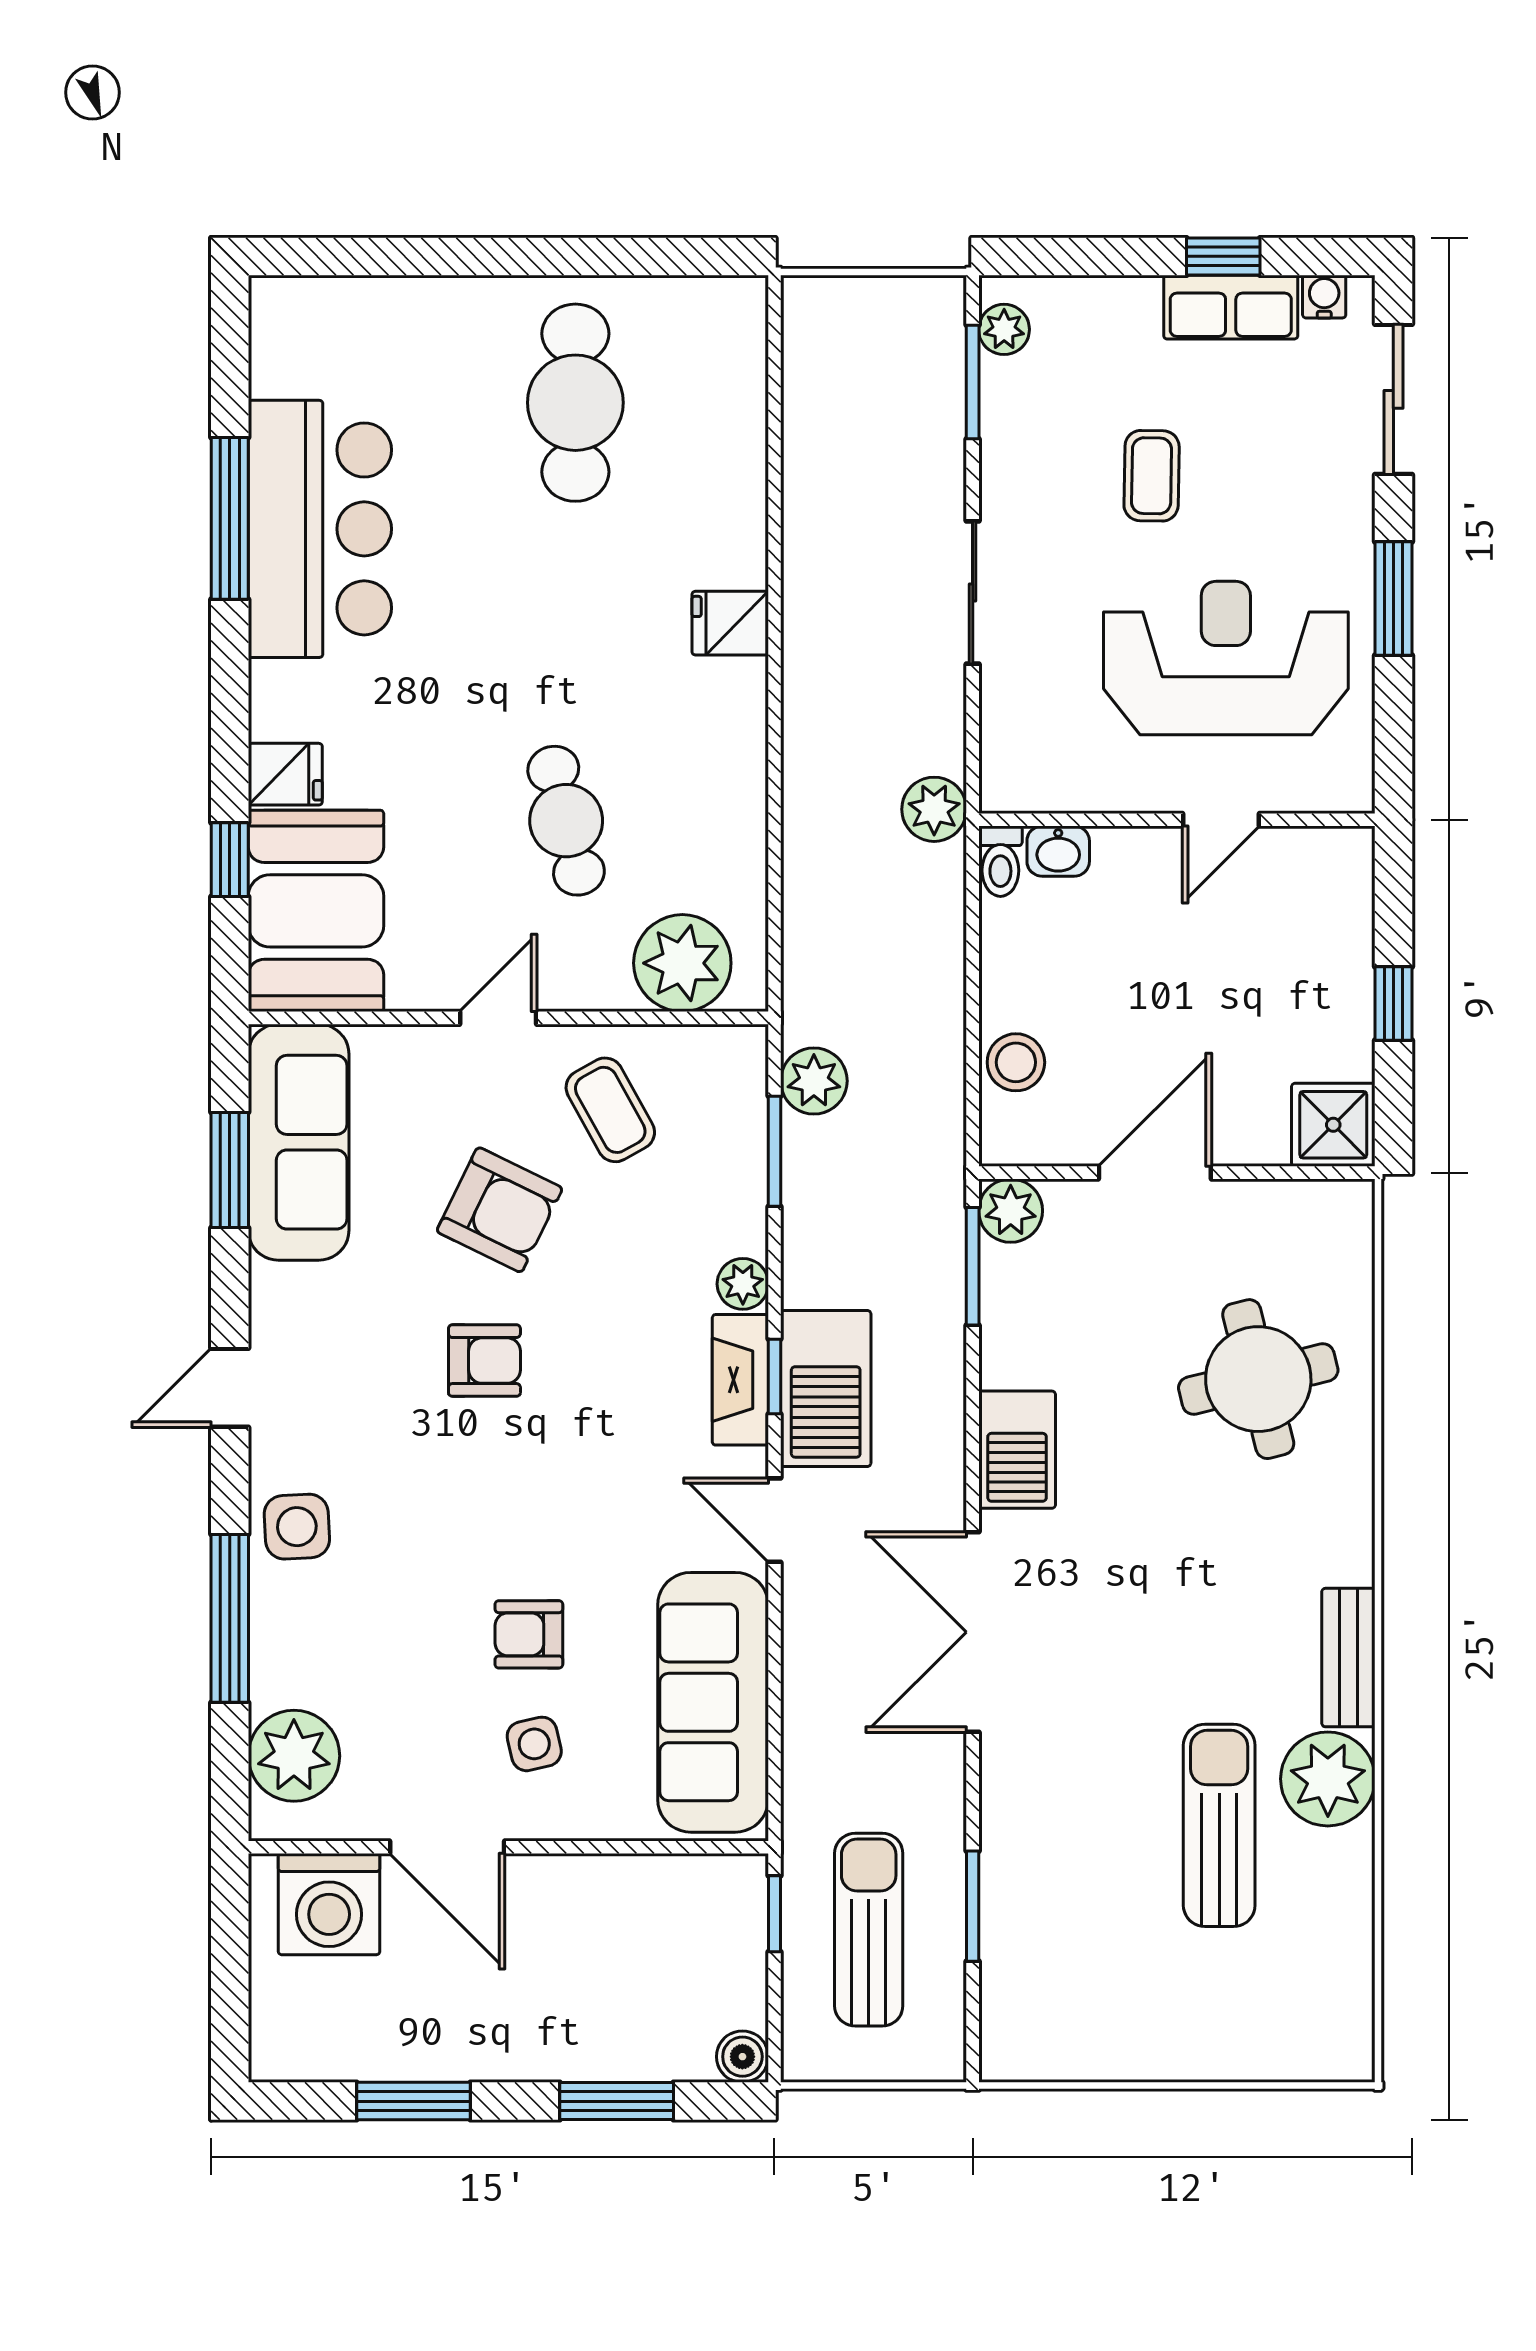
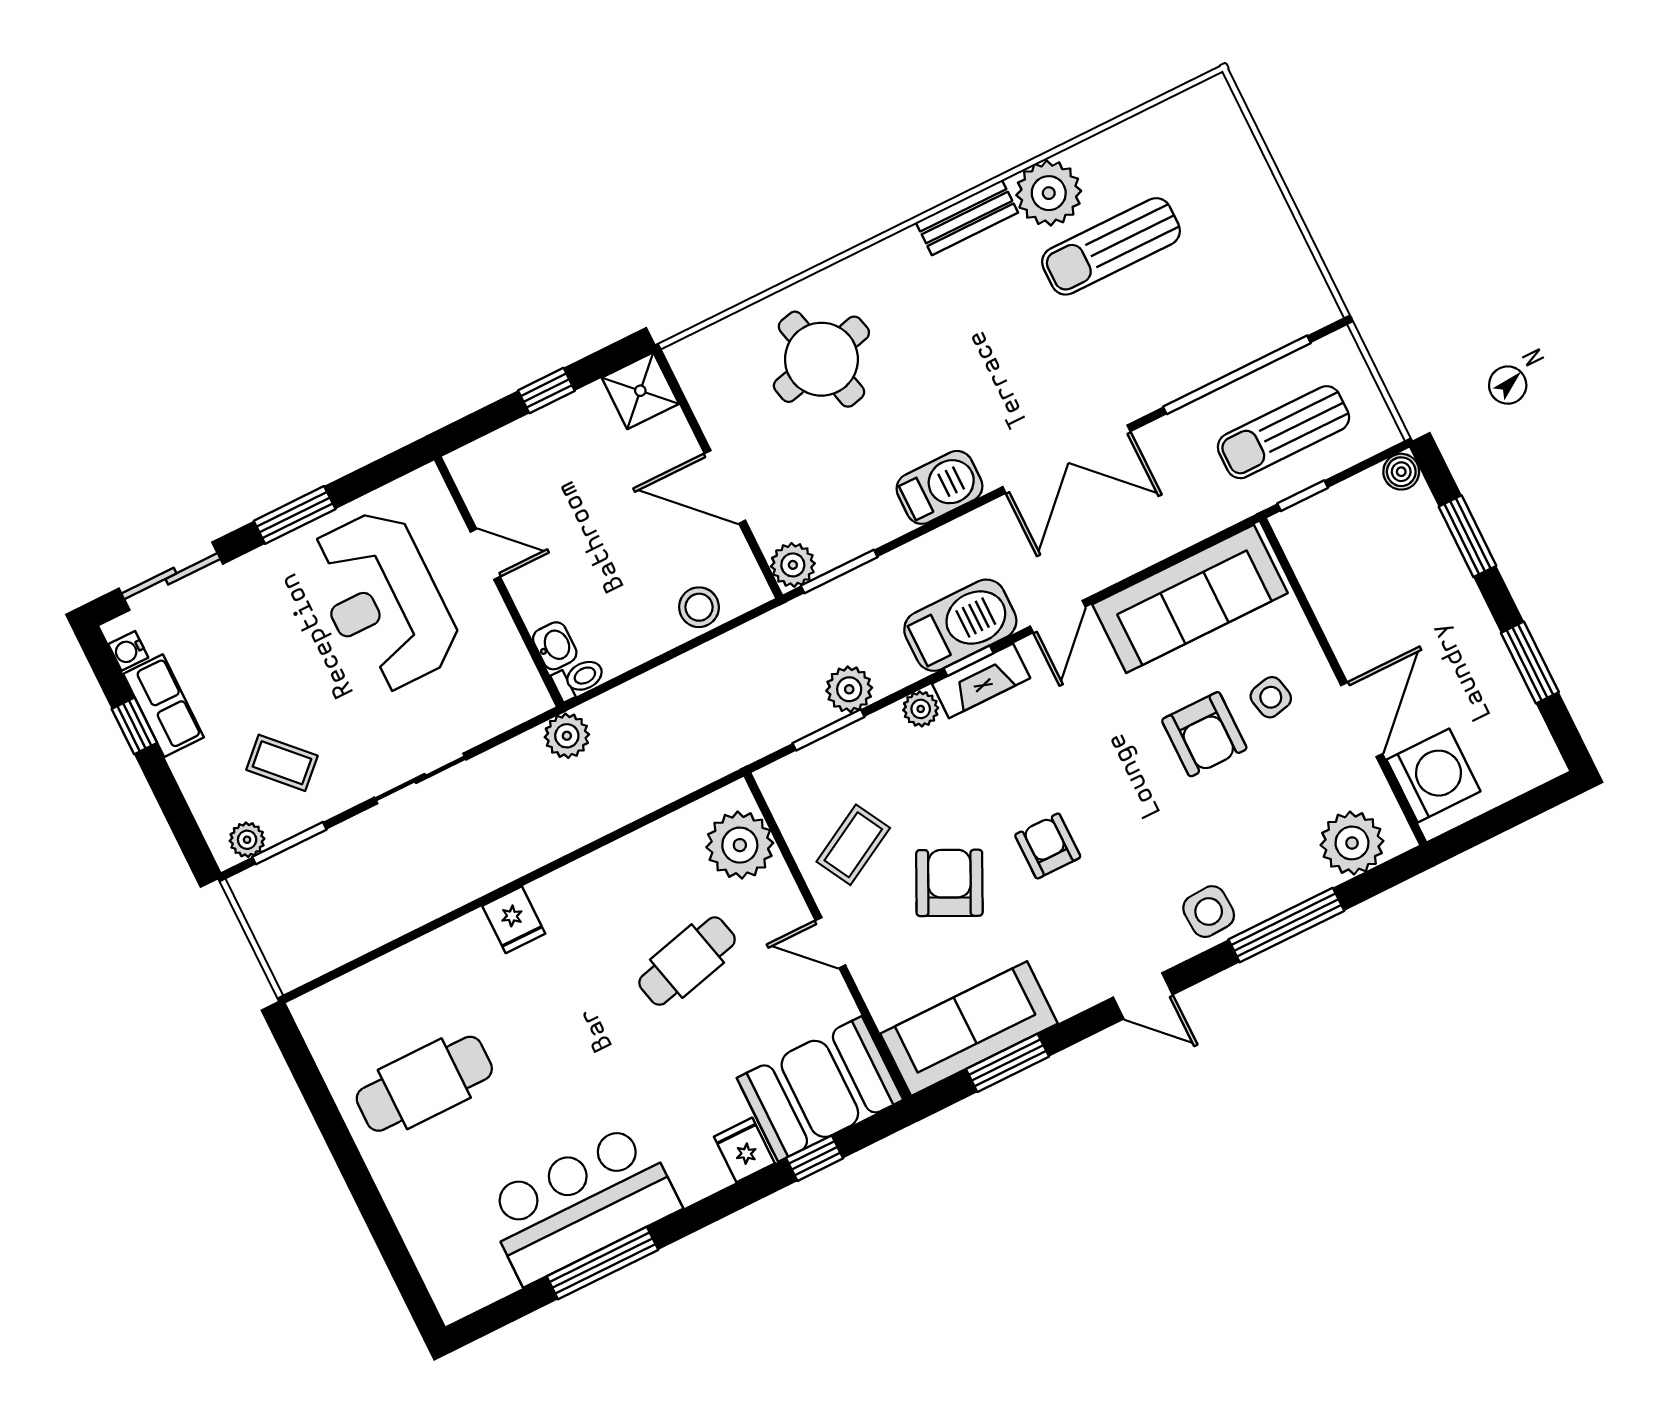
coffee table: (1152, 476) -> (282, 763), moved, turned 45
plant: (814, 1081) -> (849, 689), moved
armchair: (529, 1634) -> (1204, 734), width x1.38, depth x1.38
window: (973, 1906) -> (1237, 375), width x2.11

